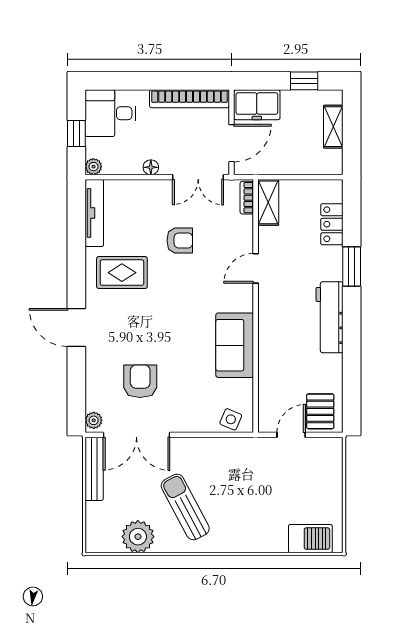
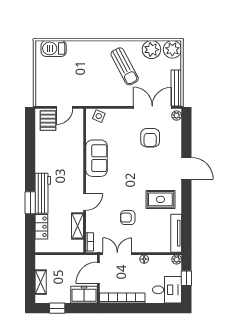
shelving: (268, 202) -> (78, 226), moved
workbench: (330, 317) -> (43, 193), moved
plant: (101, 537) -> (172, 49), added

